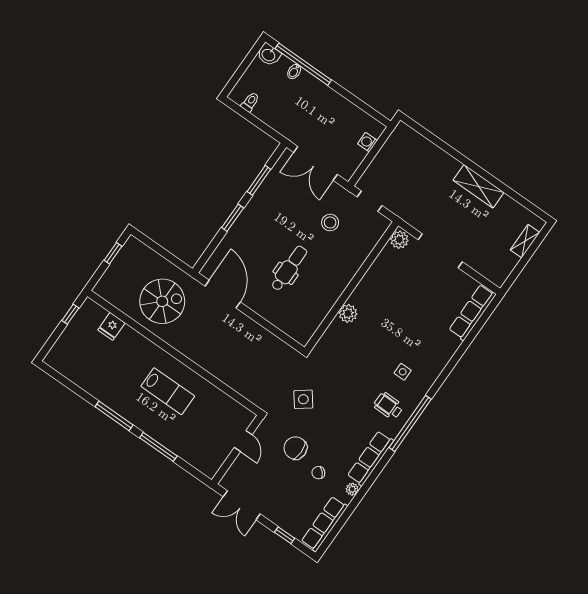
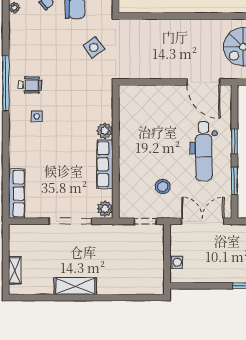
dental chair: (289, 268) -> (204, 151), moved, width x1.36, depth x1.38
row of seats: (370, 458) -> (105, 164), moved, turned 180

